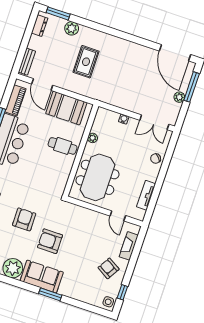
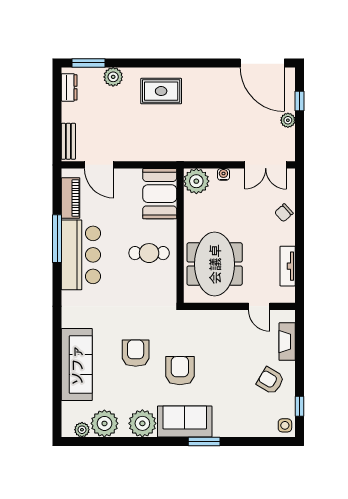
rug: (86, 62) -> (161, 91), moved, turned 90
window: (192, 87) -> (300, 101), width x0.46
booth: (66, 108) -> (160, 194), moved, turned 90
plant: (93, 138) -> (196, 181), moved, width x1.88, depth x1.88
cafe table: (63, 146) -> (149, 253), moved
armchair: (50, 241) -> (180, 371), turned 90

